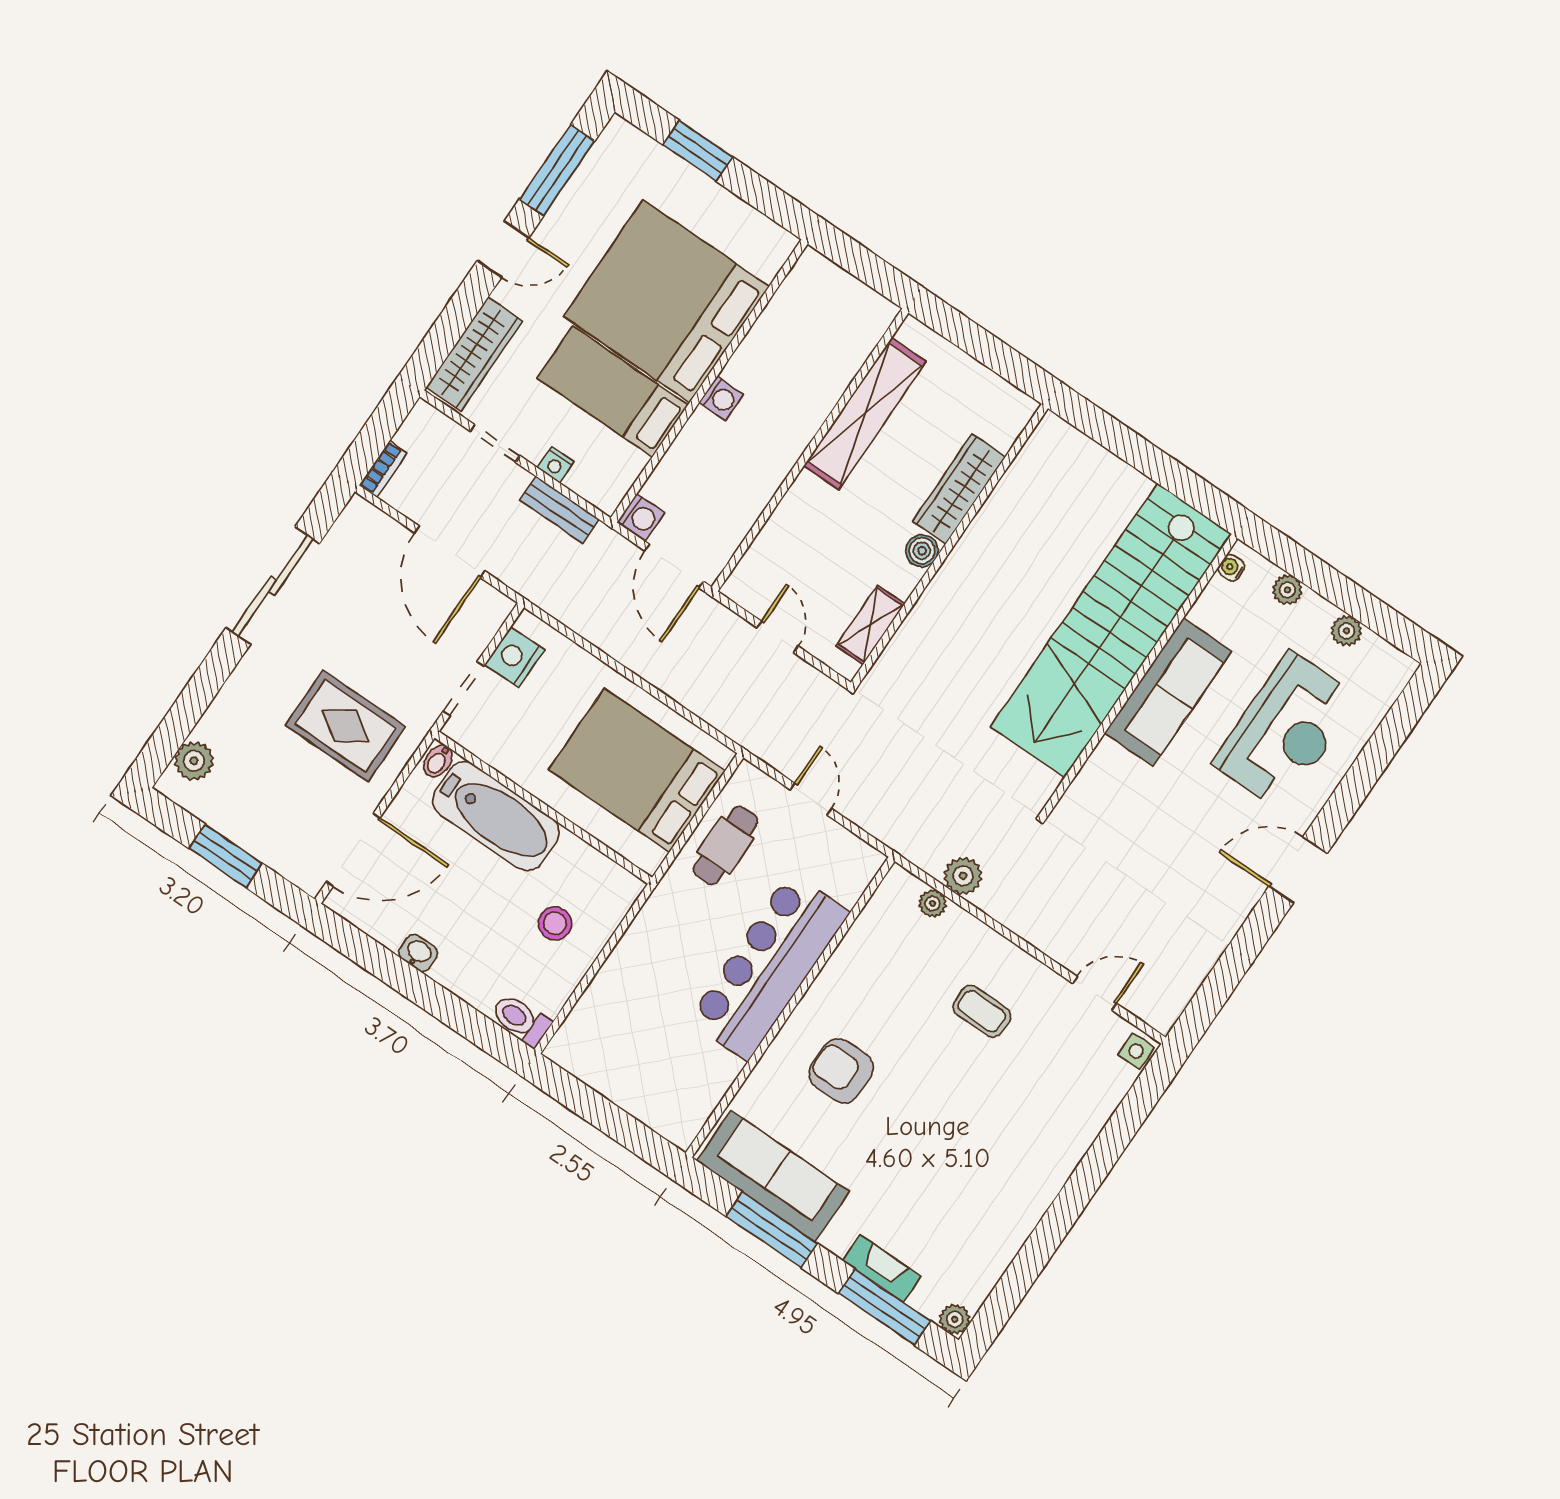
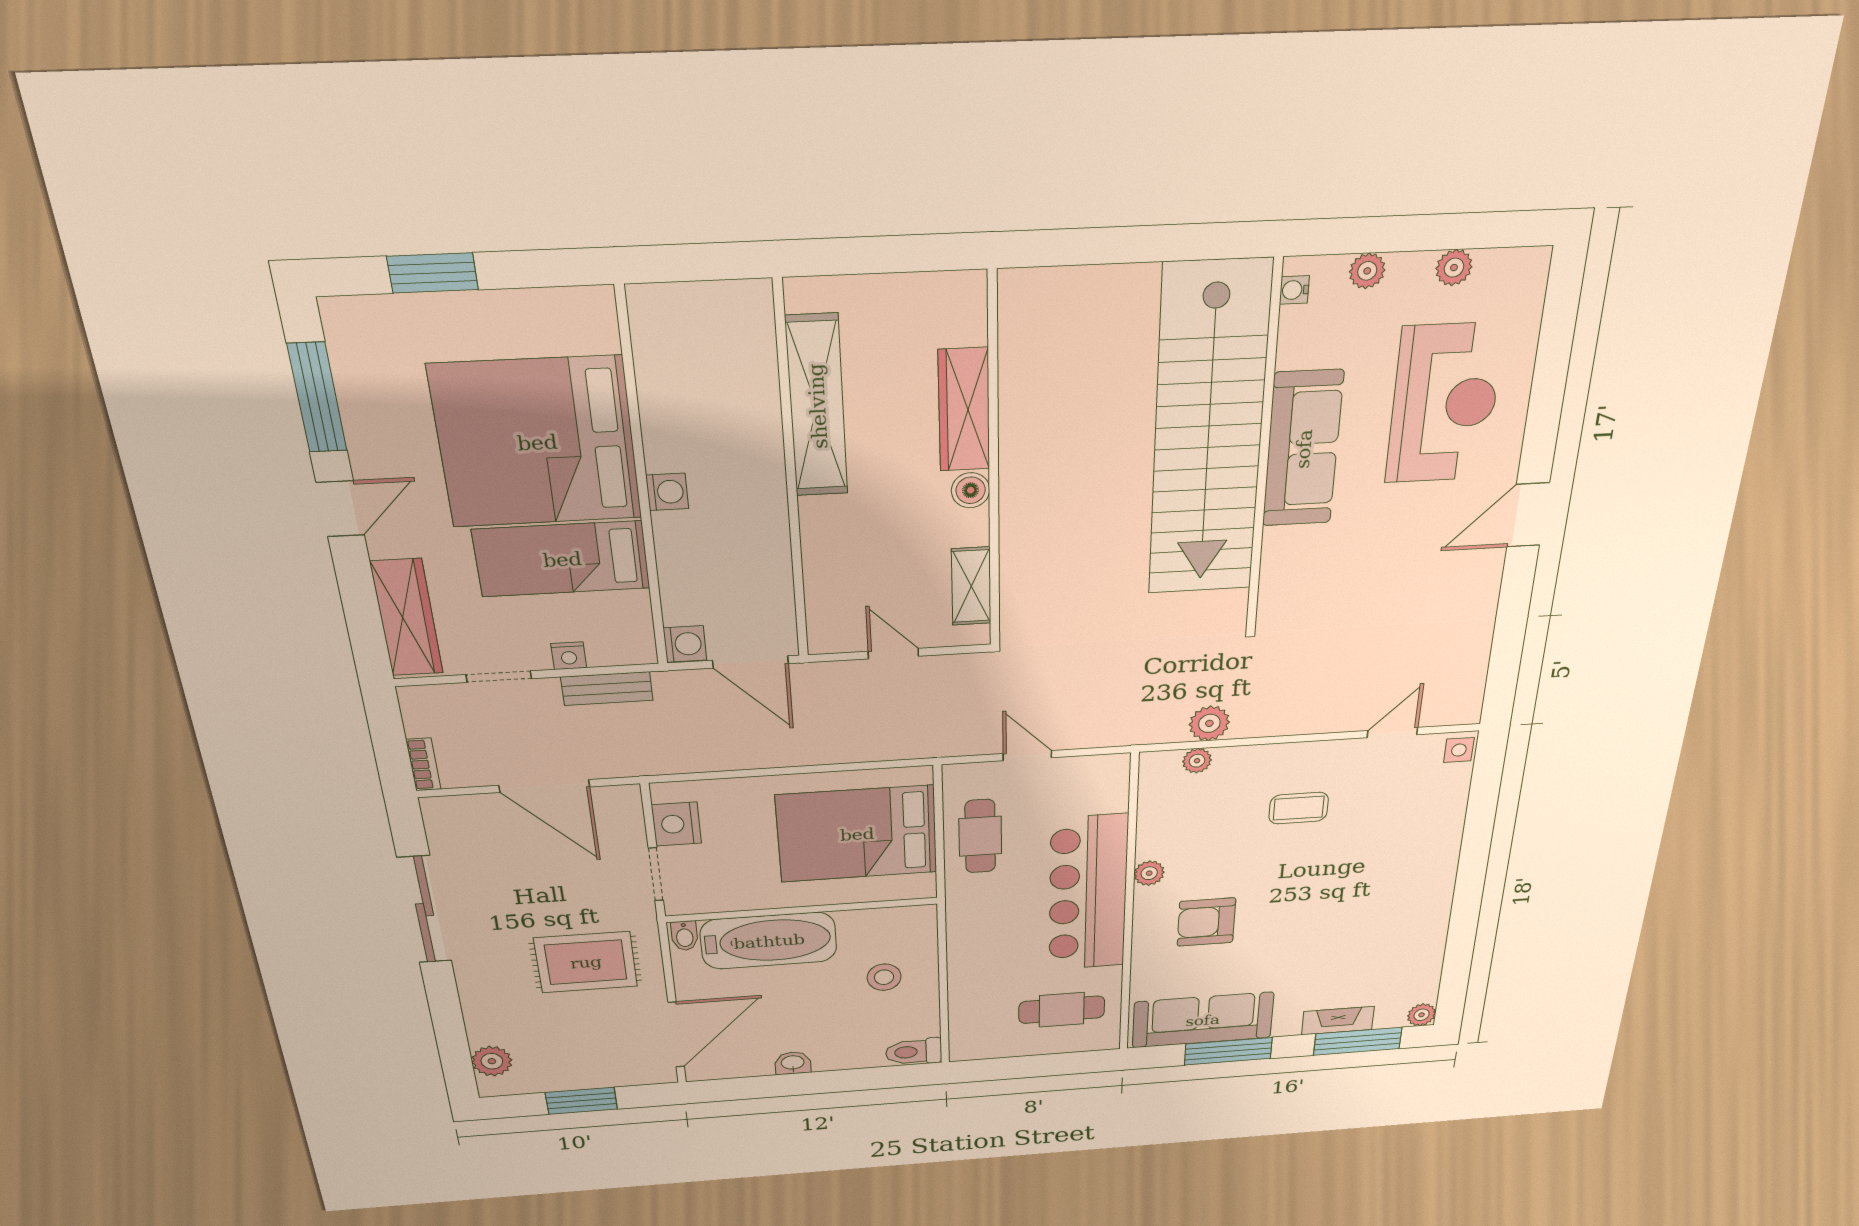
plant: (828, 984) -> (1149, 873), added
cafe table: (668, 1071) -> (1062, 1010), added

